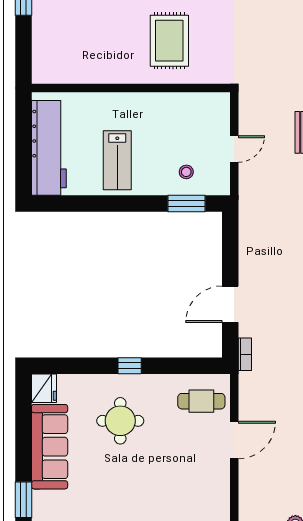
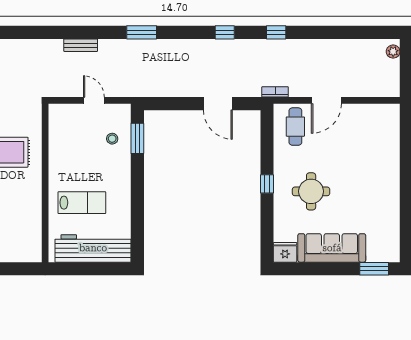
lab bench: (117, 160) -> (82, 203), moved
bookcase: (245, 354) -> (275, 92), moved
door: (234, 440) -> (326, 100), swing flipped

